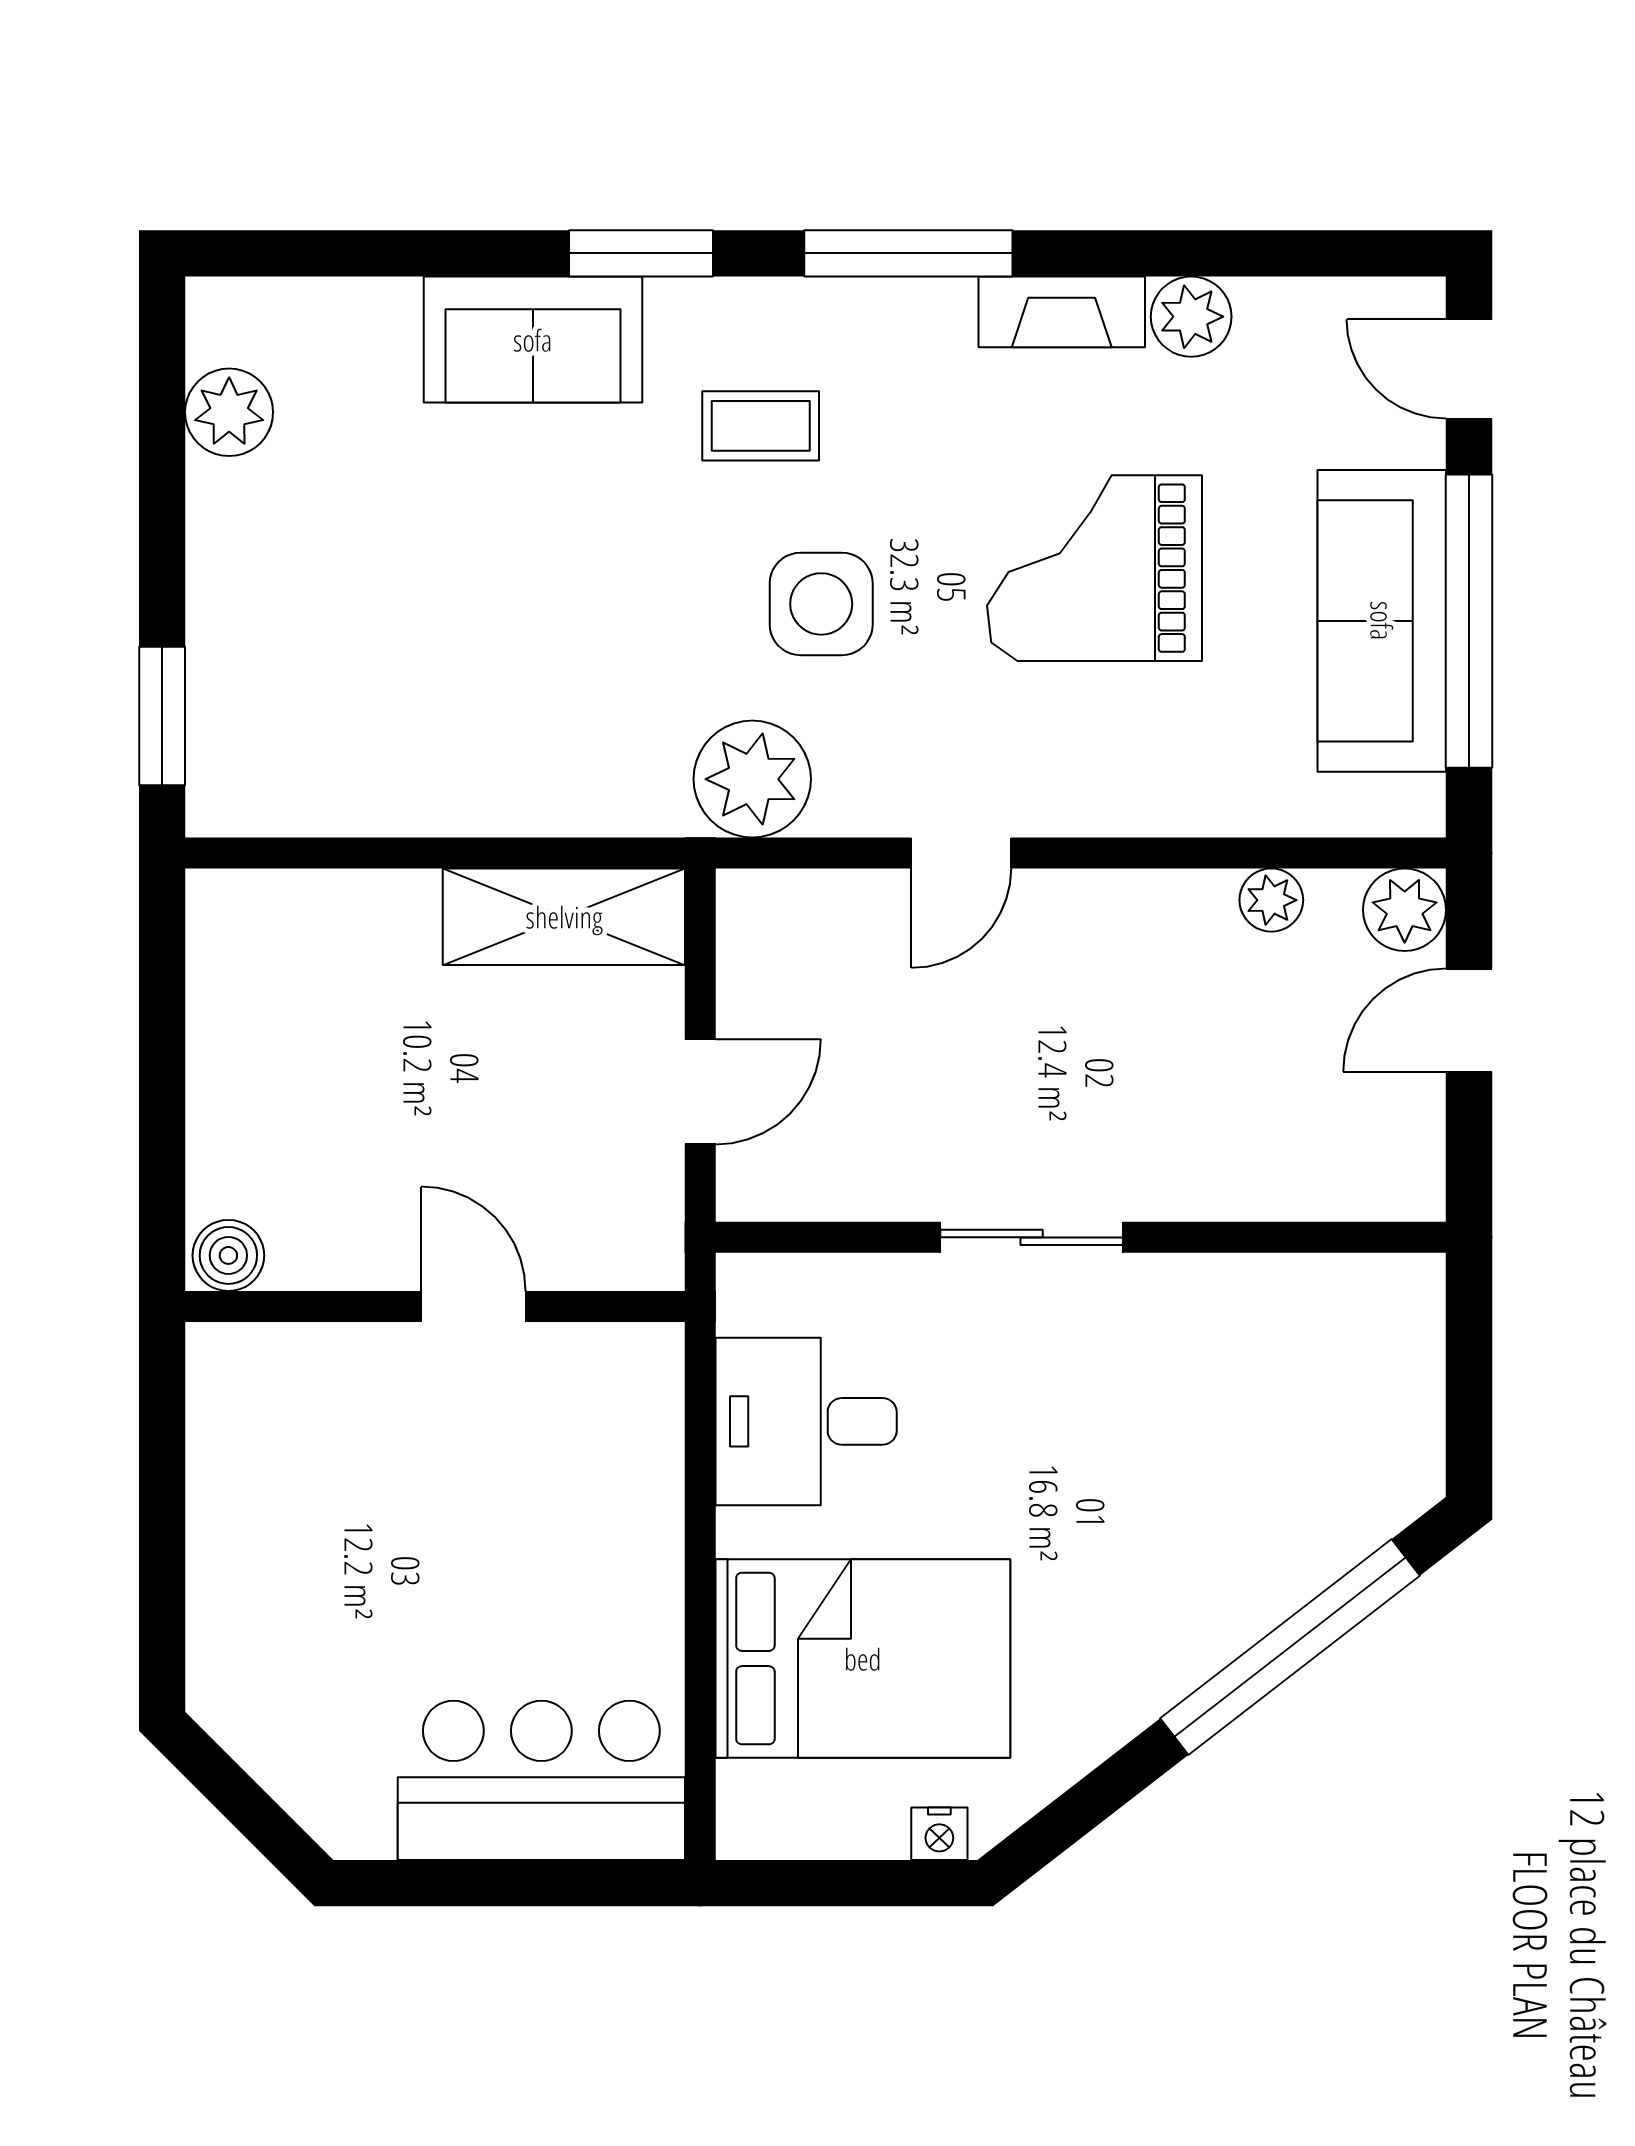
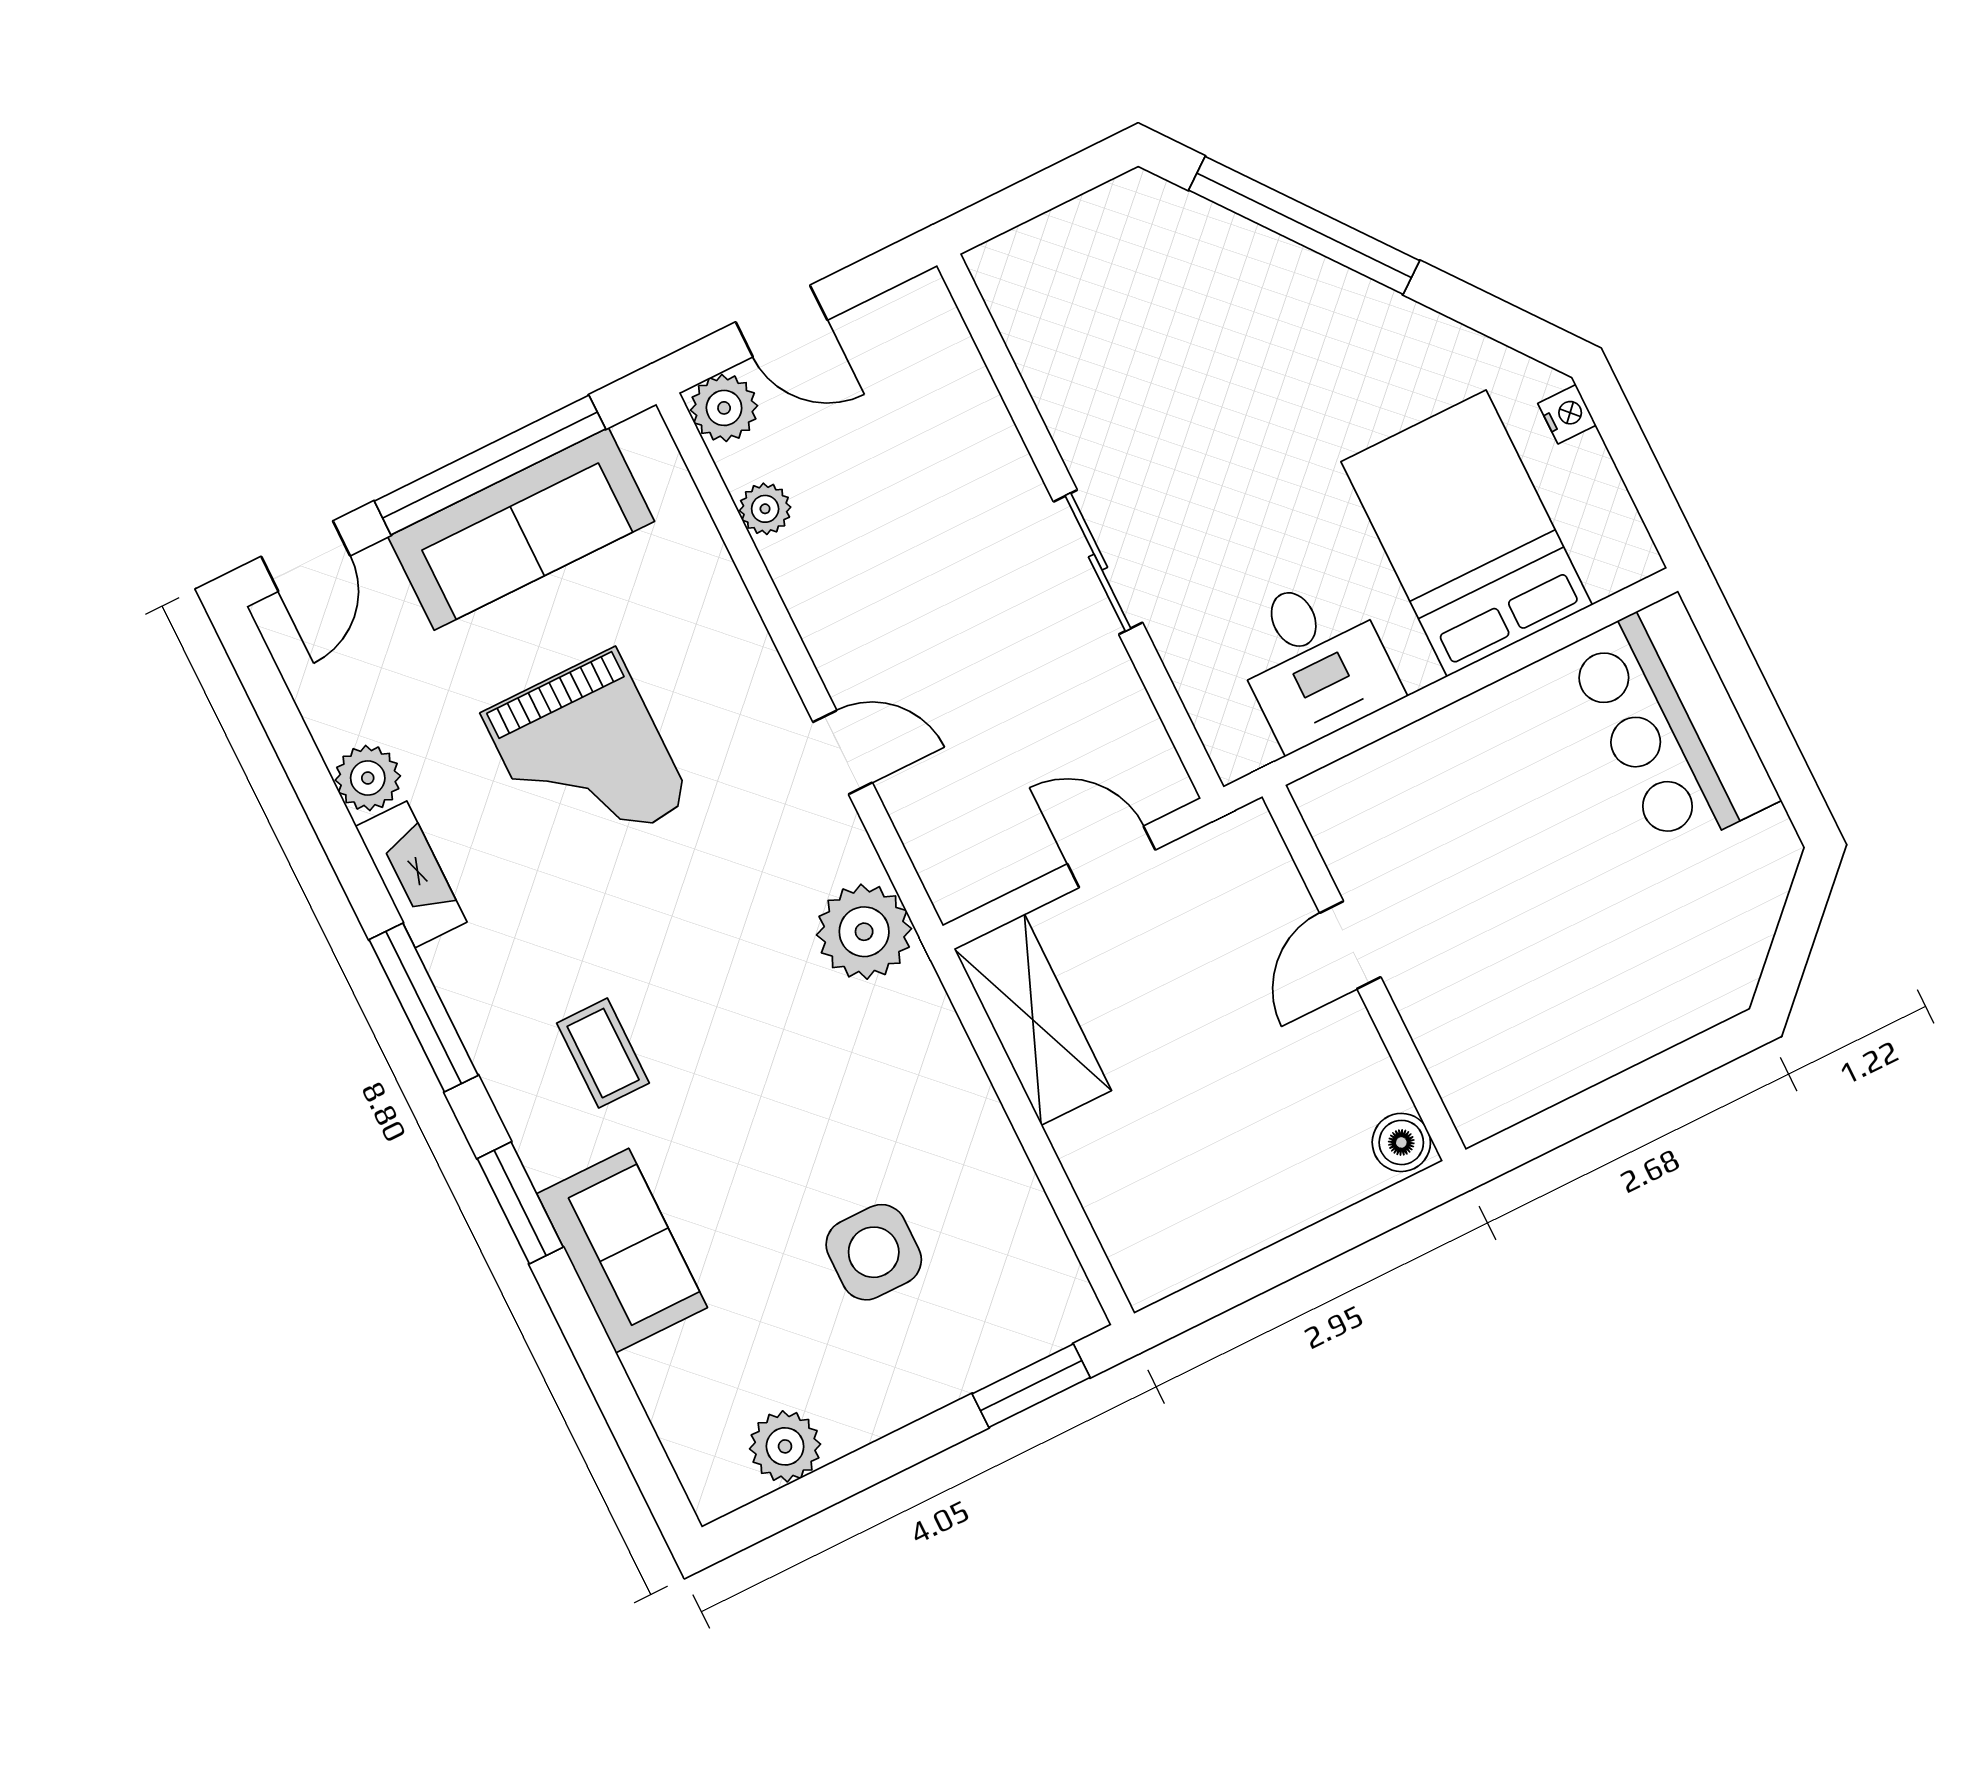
side table: (821, 604) -> (874, 1252), moved

